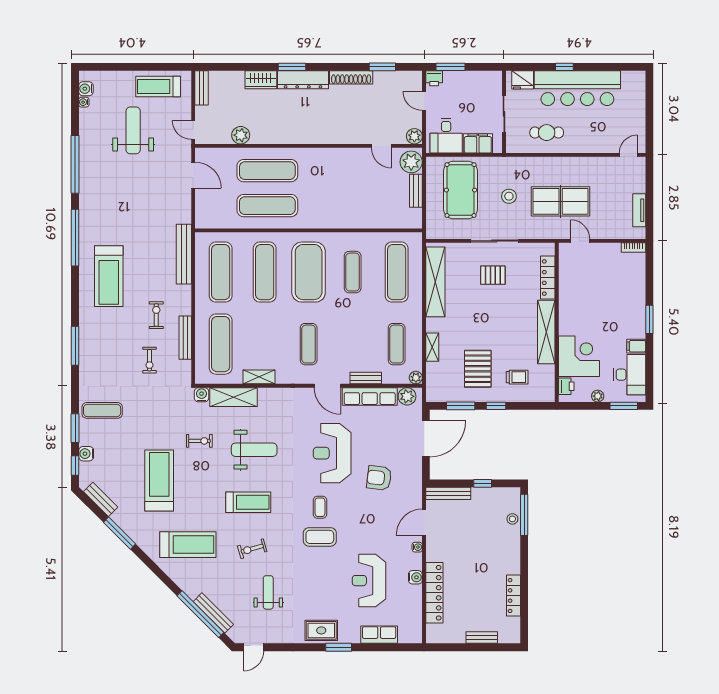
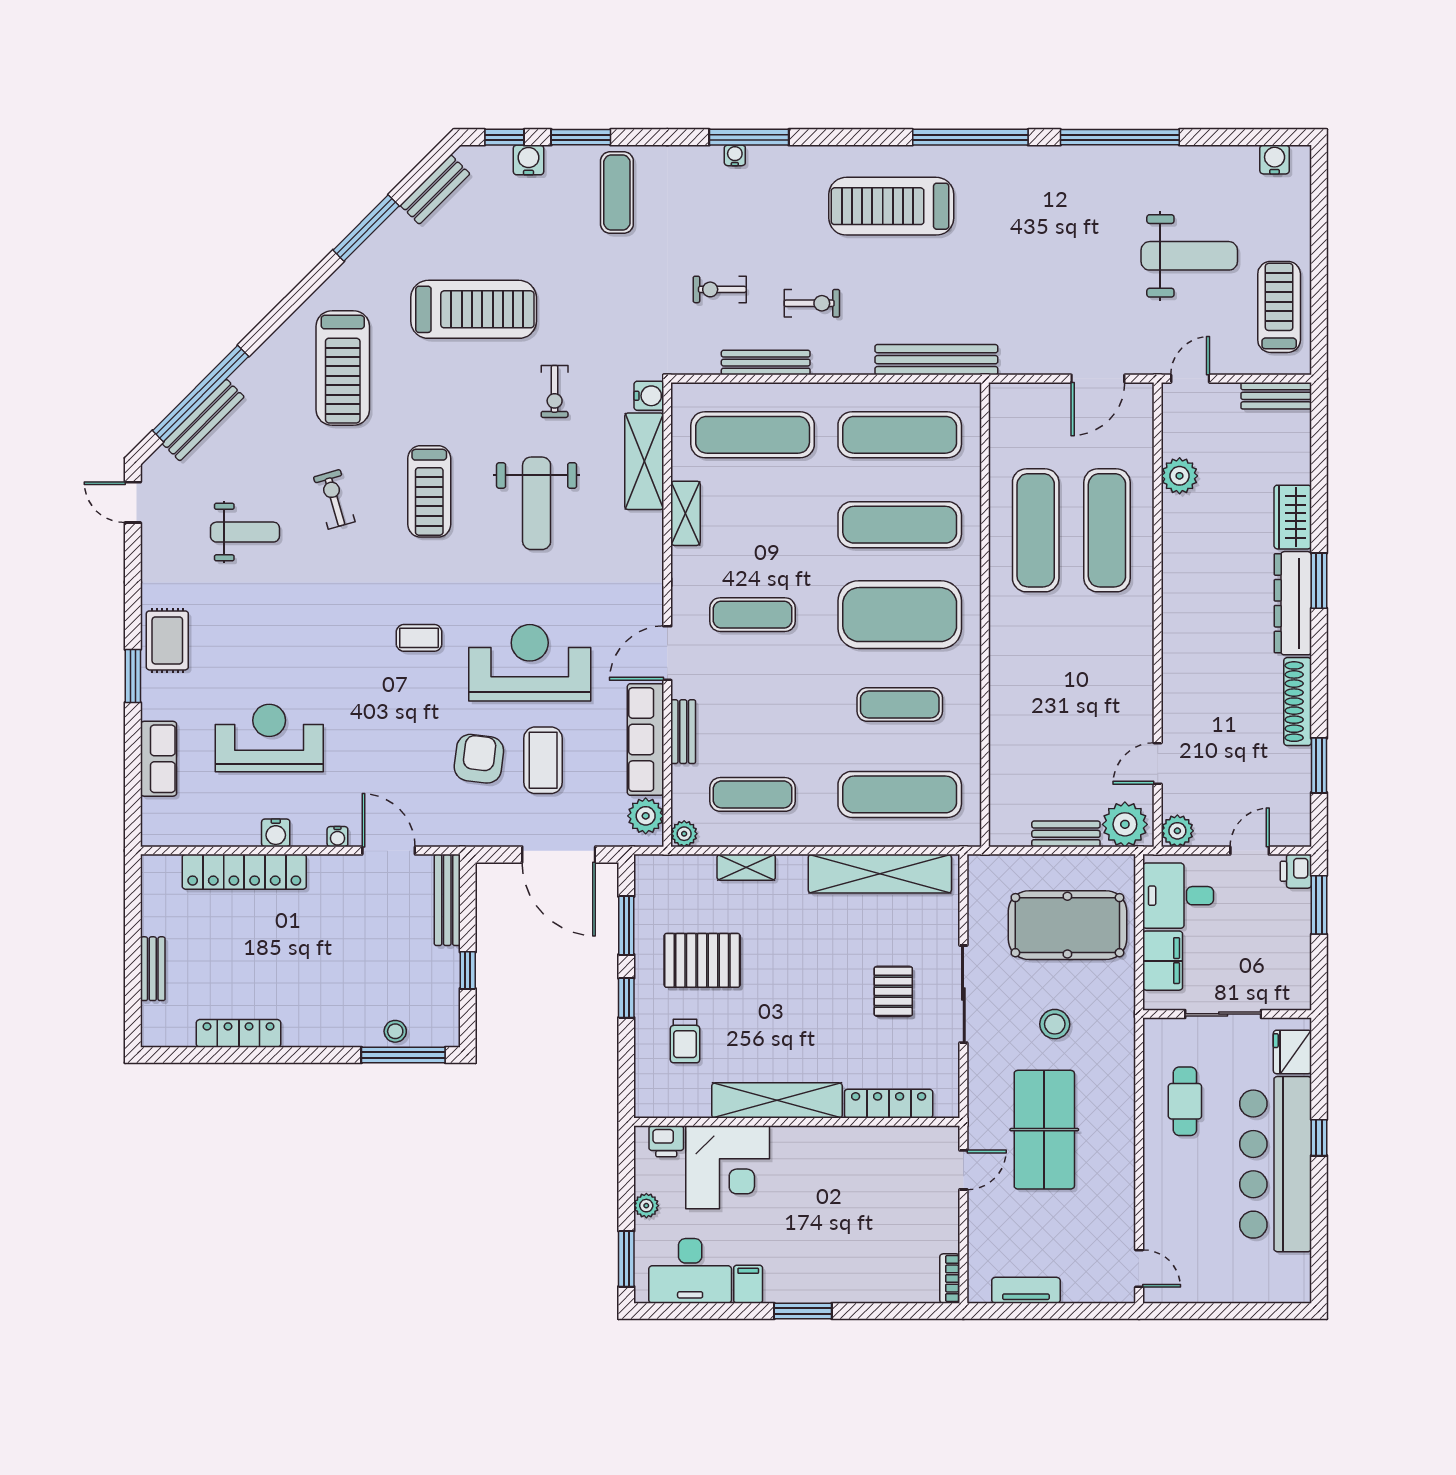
water cooler: (84, 102) -> (735, 155), moved
coffee table: (320, 537) -> (543, 760), moved

